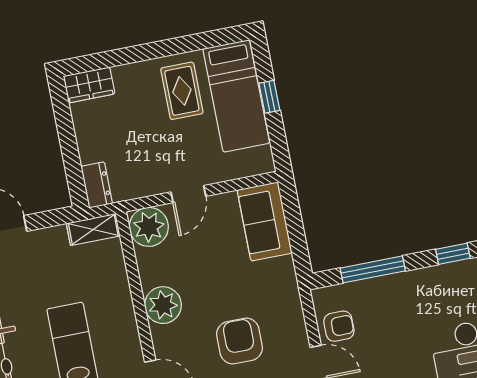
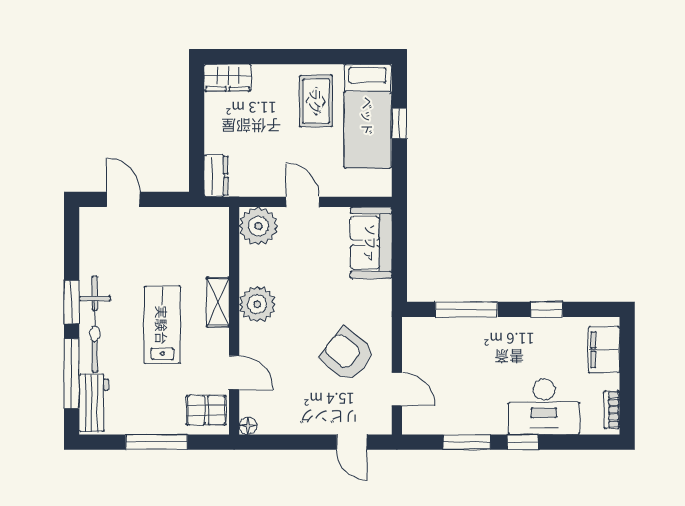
door: (188, 194) -> (303, 202), swing flipped
shelving: (93, 230) -> (218, 302), moved, turned 90
armchair: (339, 326) -> (423, 358), removed
armchair: (239, 341) -> (347, 355), moved, turned -51

